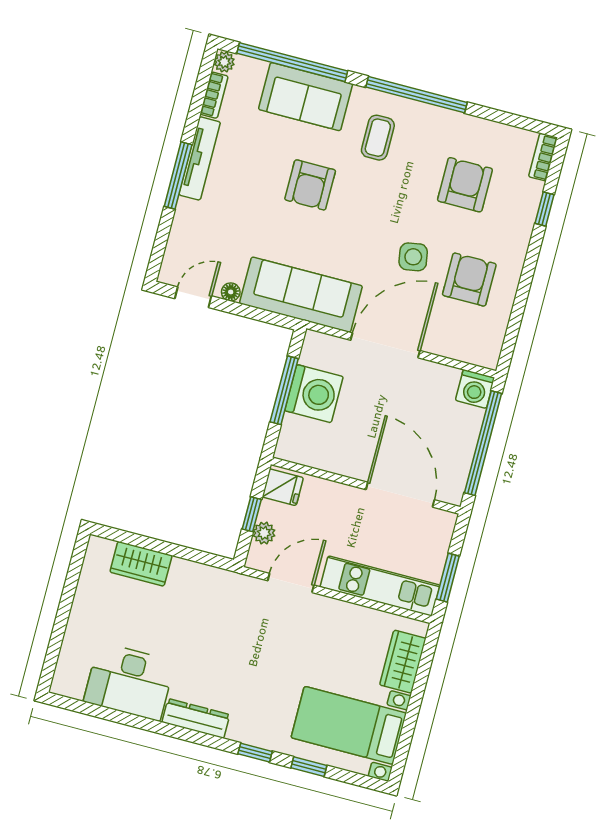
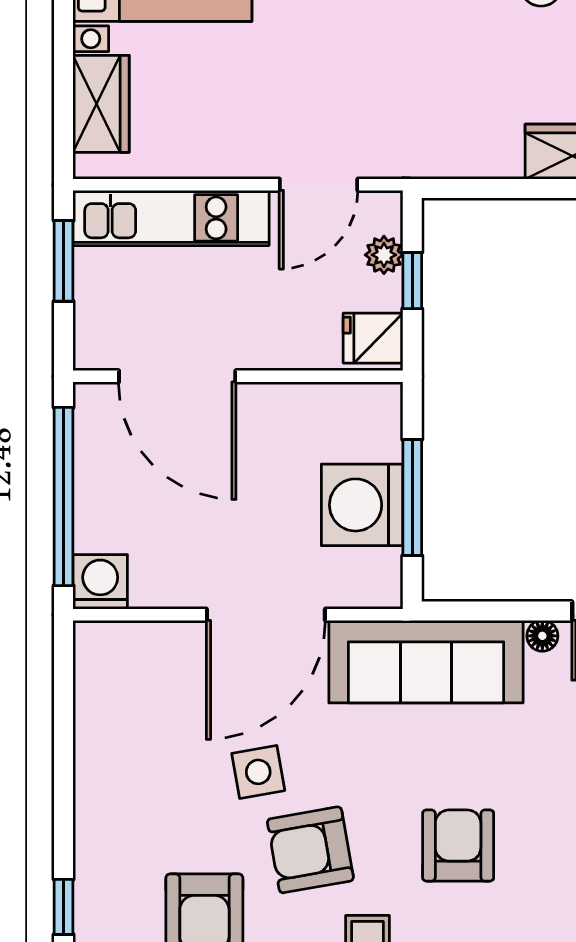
armchair: (469, 280) -> (310, 850), moved, turned 80

